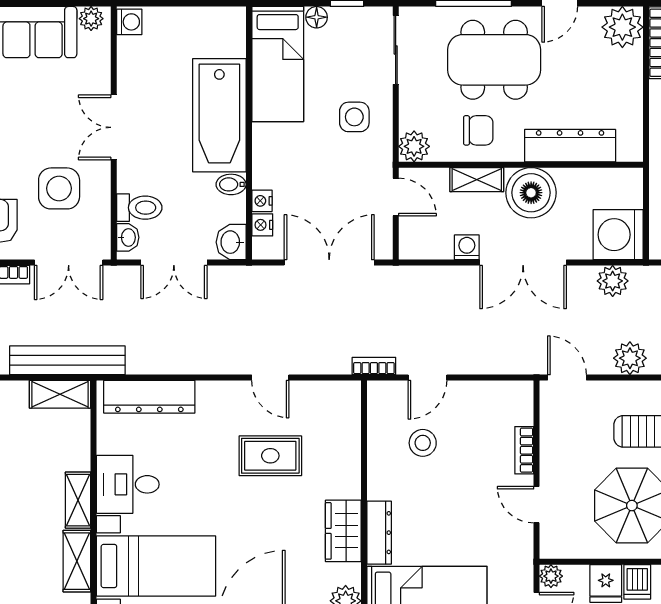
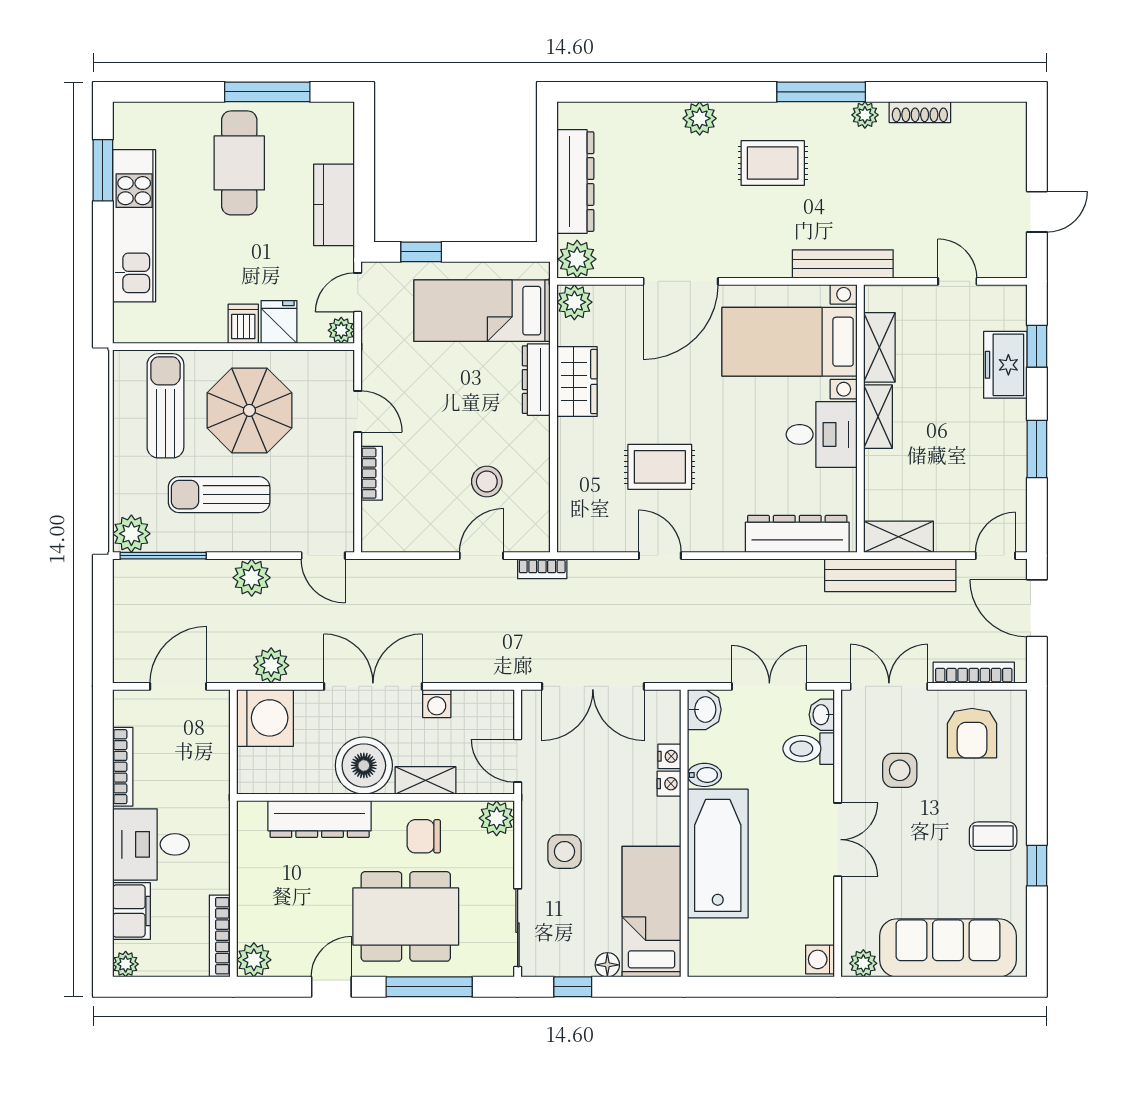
plant: (622, 27) -> (254, 960), width x0.73, depth x0.73
side table: (59, 188) -> (900, 770), width x0.73, depth x0.73
nightstand: (262, 225) -> (669, 784), moved

